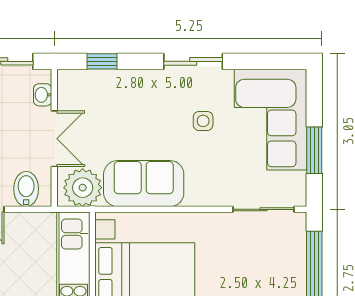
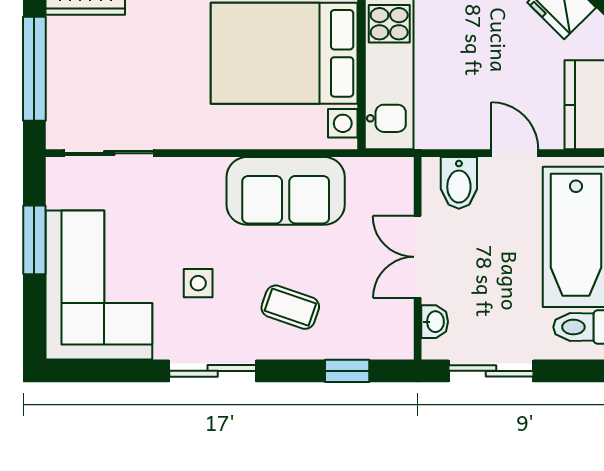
coffee table: (141, 105) -> (290, 307), added
plant: (83, 188) -> (376, 185), removed

